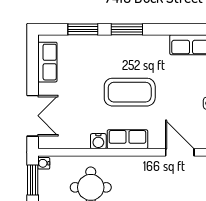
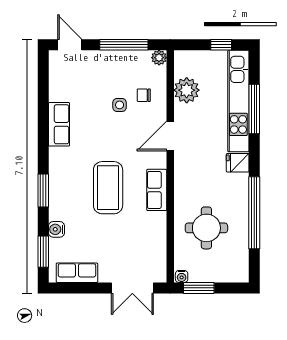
window: (83, 29) -> (43, 252), moved
double door: (33, 116) -> (132, 288), swing flipped
water cooler: (98, 141) -> (56, 229), moved, turned 180

